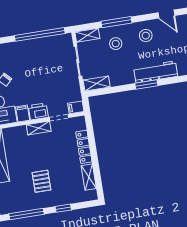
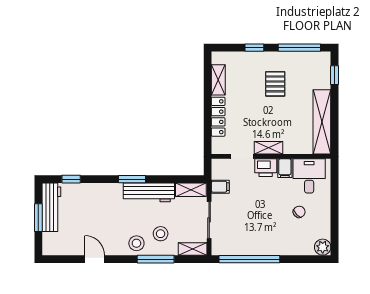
stool: (146, 36) -> (136, 243), moved
workbench: (156, 72) -> (149, 192), moved
filing cabinet: (76, 107) -> (220, 187), moved

